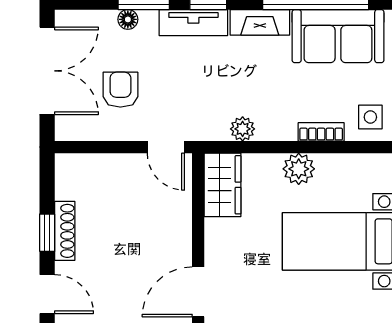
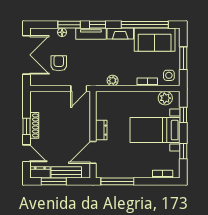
door: (166, 147) -> (79, 89), hinge flipped
plant: (299, 169) -> (165, 98), moved
wardrobe: (223, 185) -> (104, 105), removed
dresser: (217, 241) -> (101, 130), added

